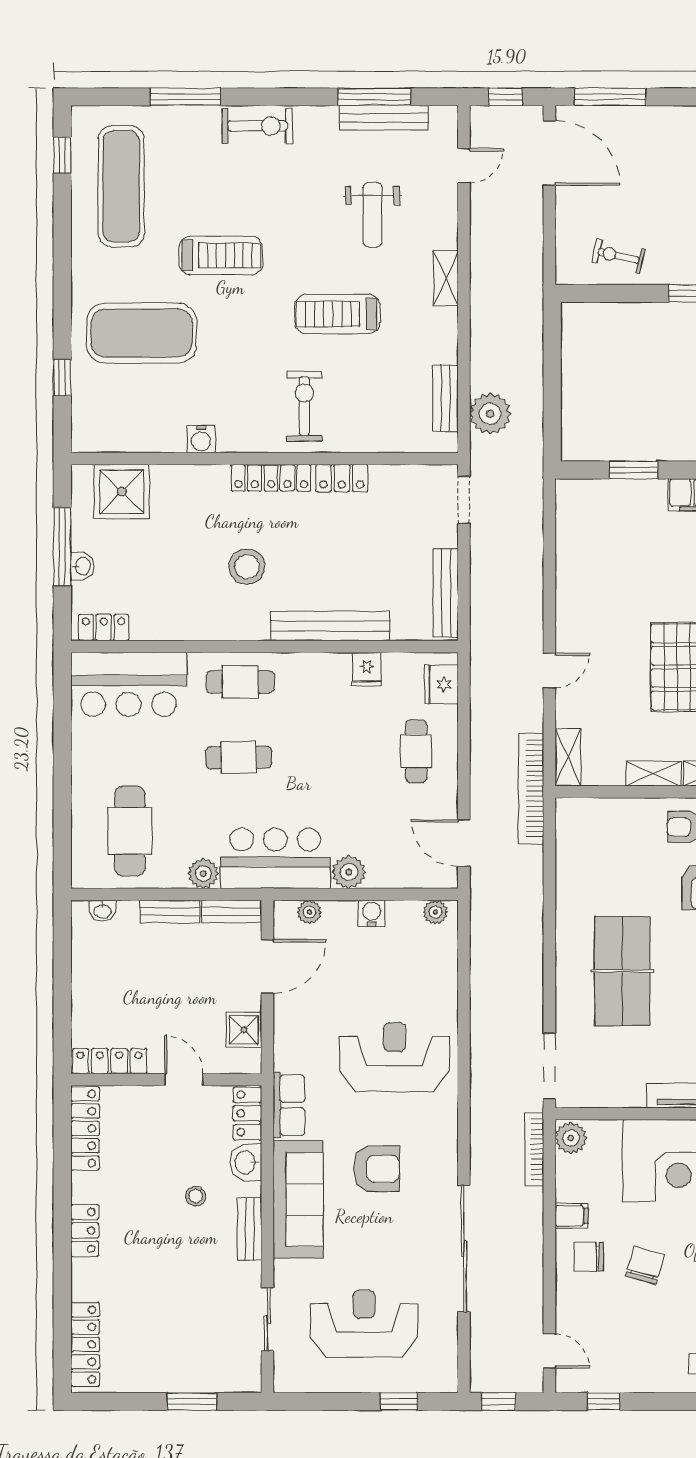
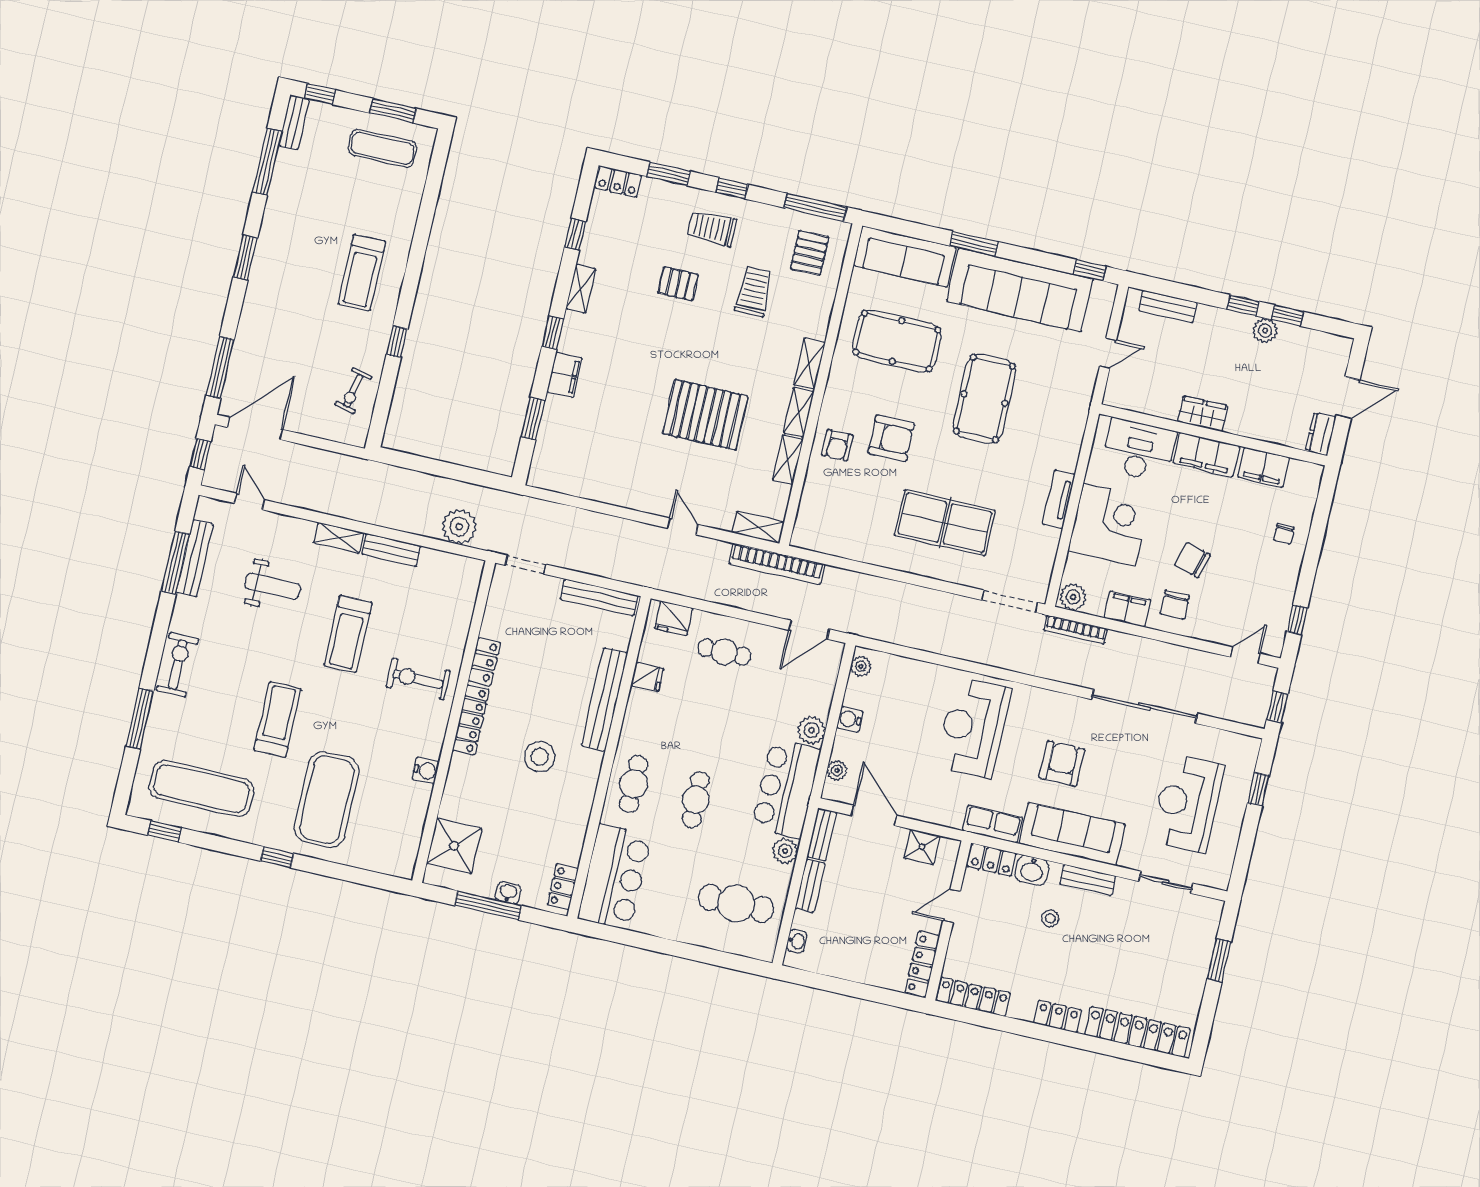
window: (62, 378) -> (277, 857), moved
bench: (445, 398) -> (391, 550), moved
filing cabinet: (572, 1216) -> (1127, 609), width x2.00
locker: (85, 1344) -> (1138, 1032), width x1.41, depth x1.21

